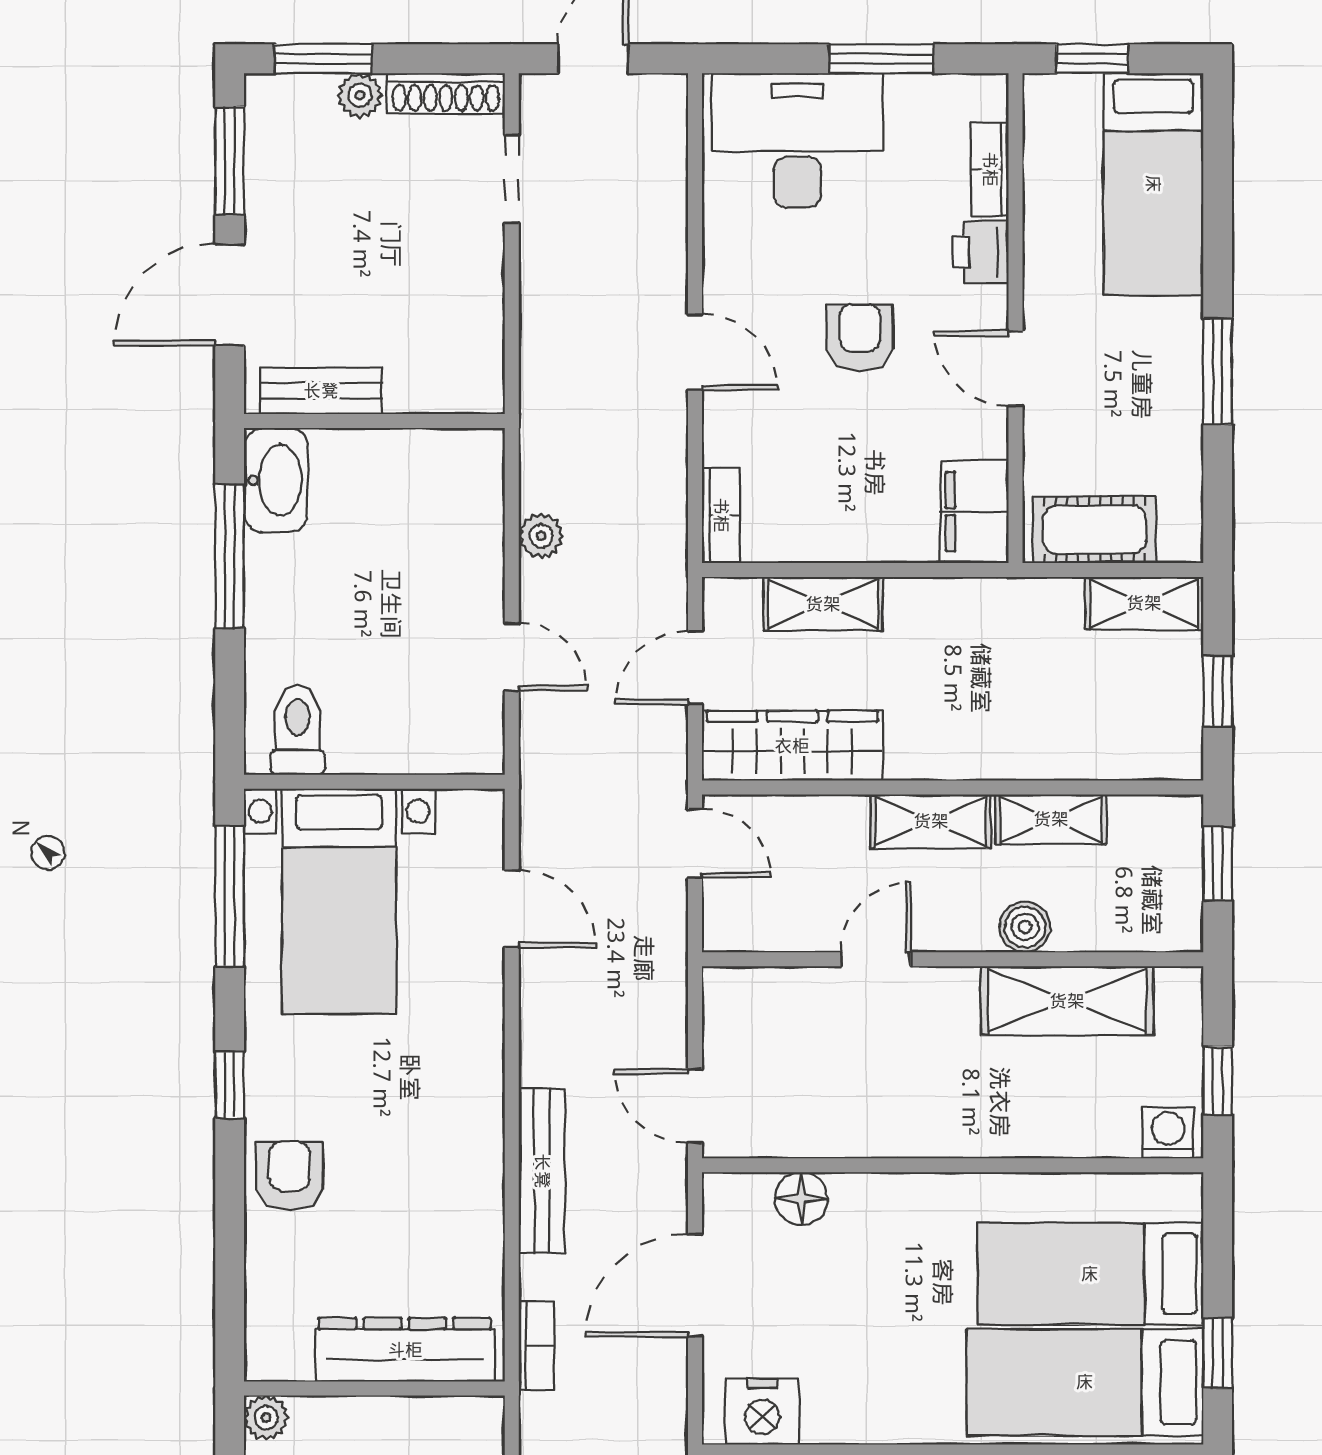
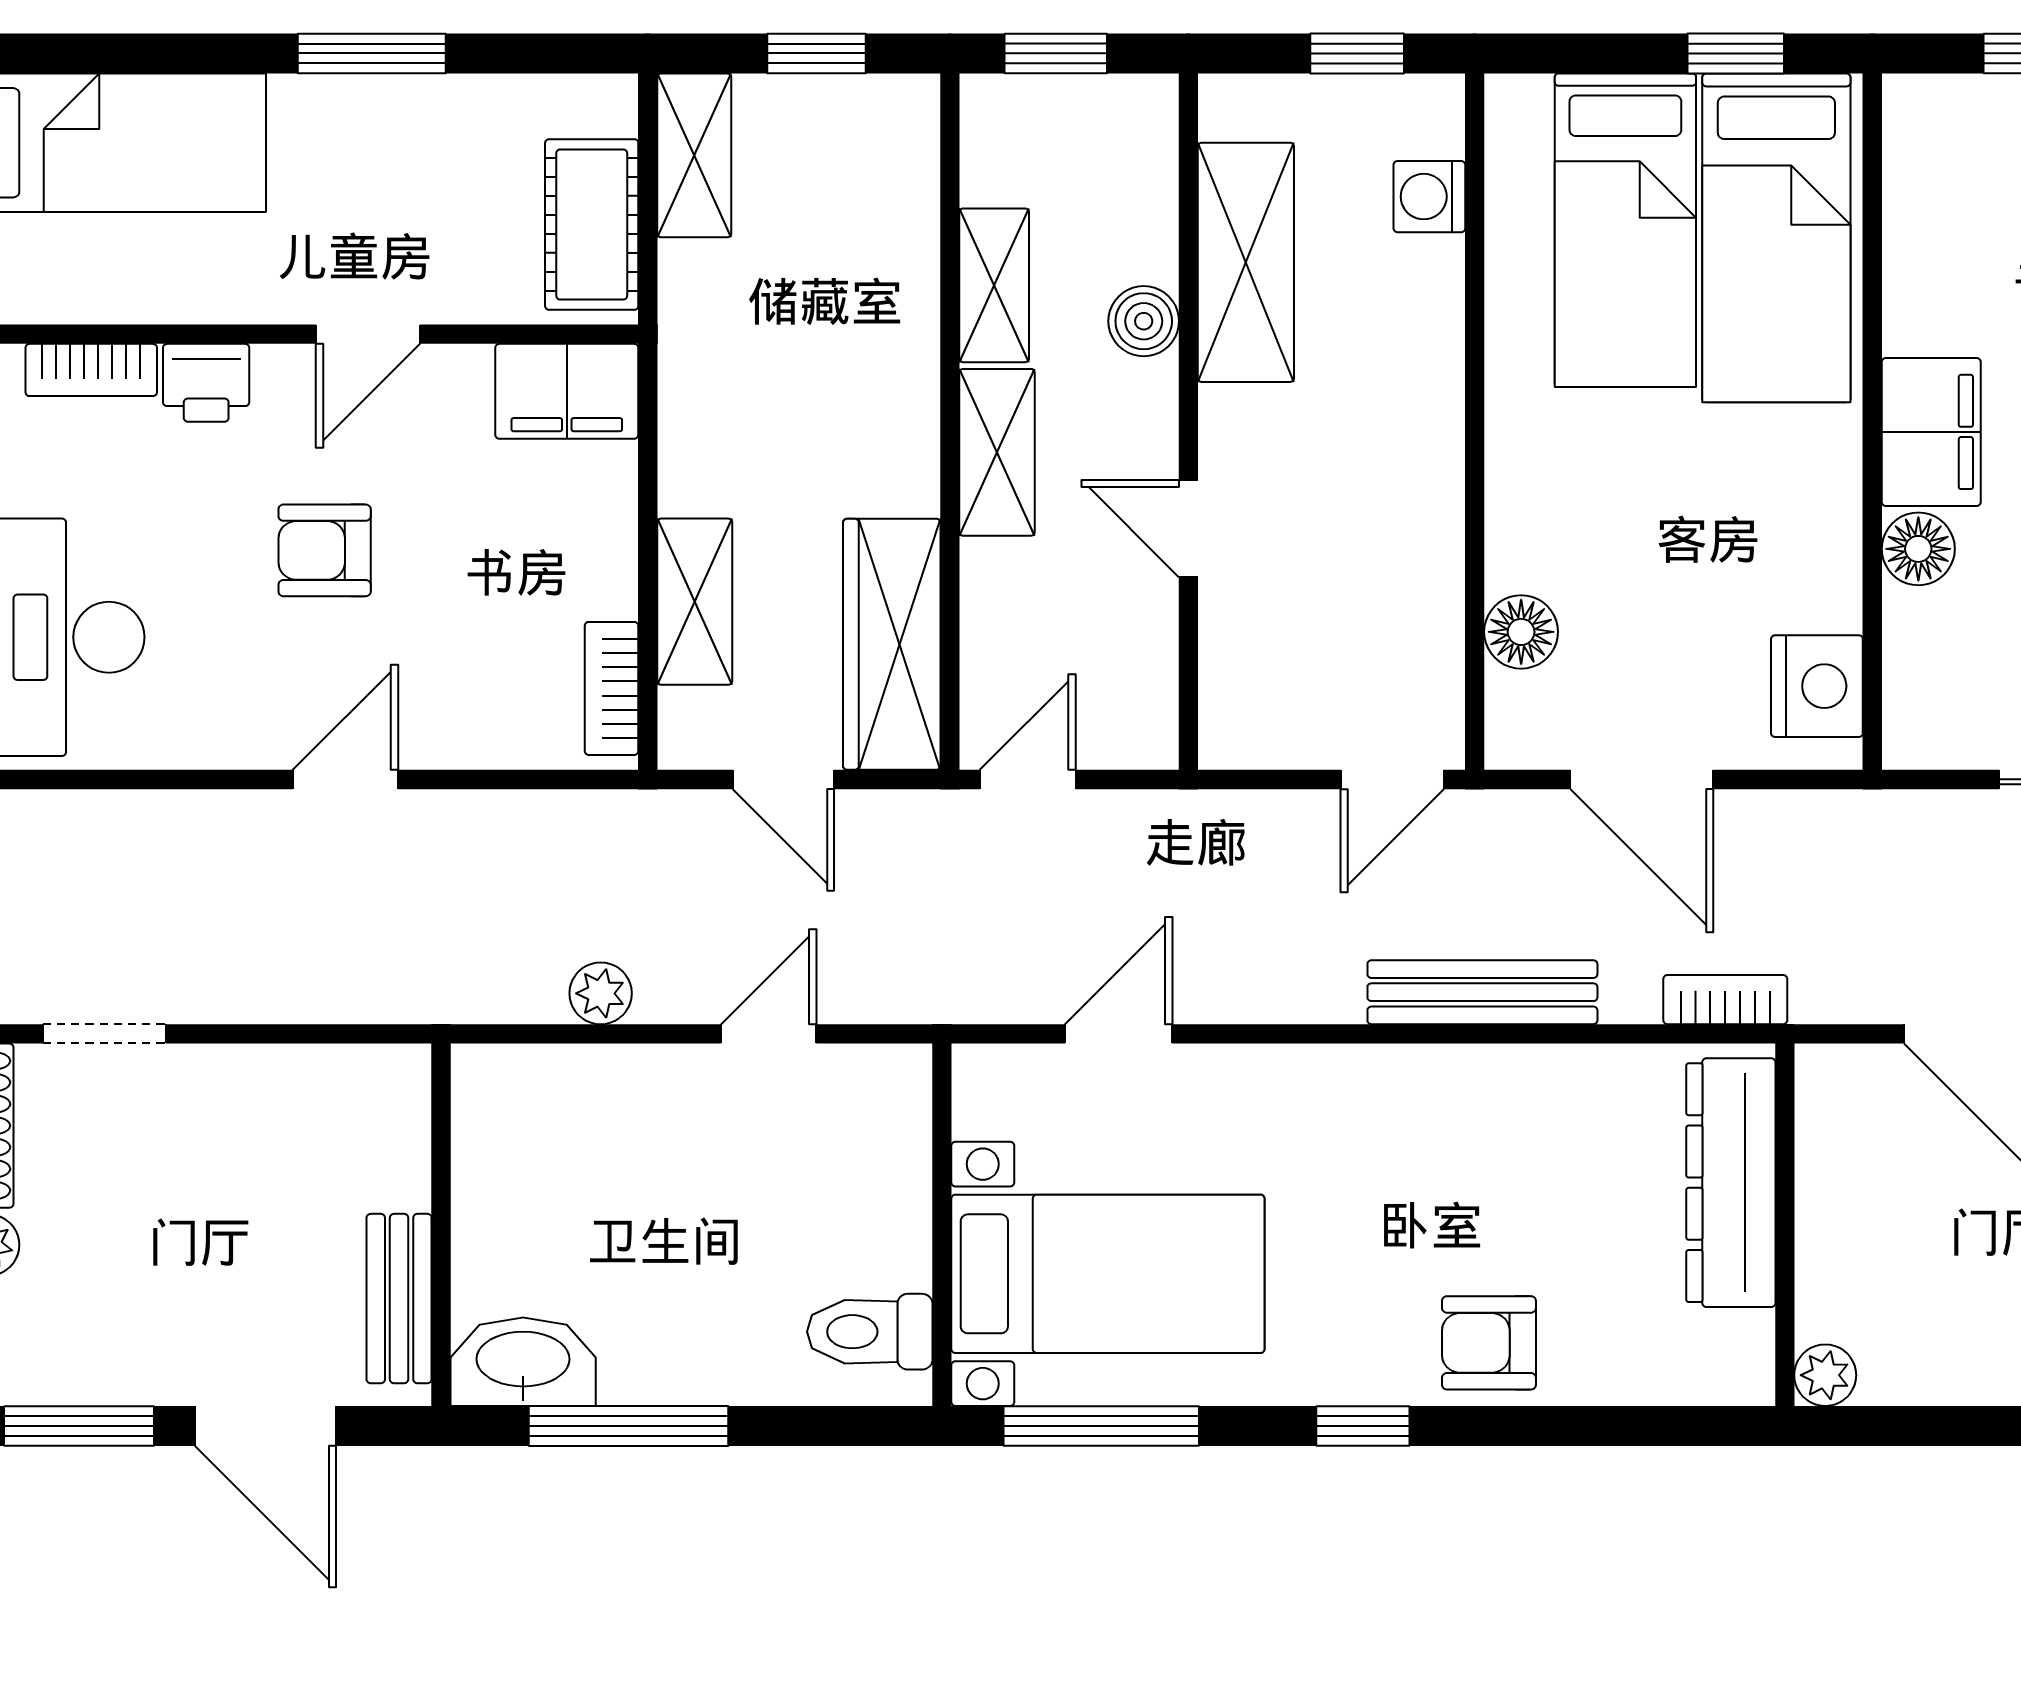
bookcase: (721, 515) -> (612, 688), moved, turned -90
washing machine: (1168, 1133) -> (1429, 197), moved

